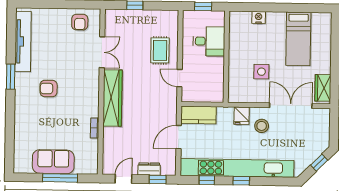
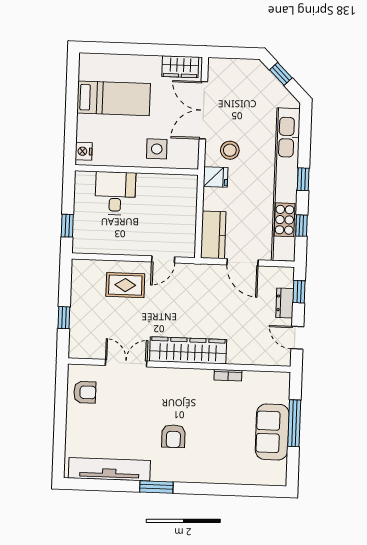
desk: (209, 41) -> (115, 193), moved
wall: (226, 57) -> (137, 170), moved

